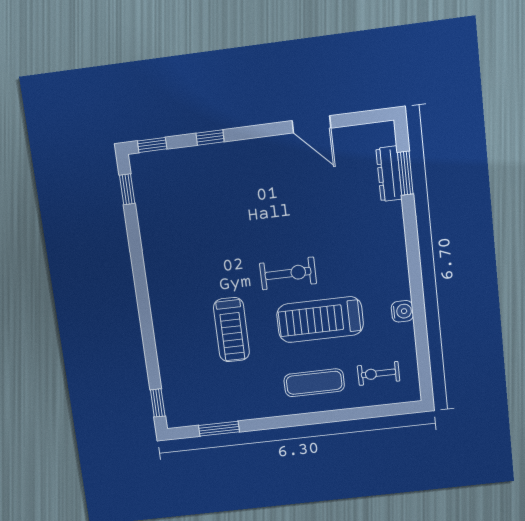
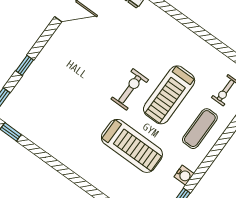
water cooler: (402, 311) -> (184, 175), moved, turned 90
treadmill: (231, 330) -> (132, 146), width x1.37, depth x1.38

